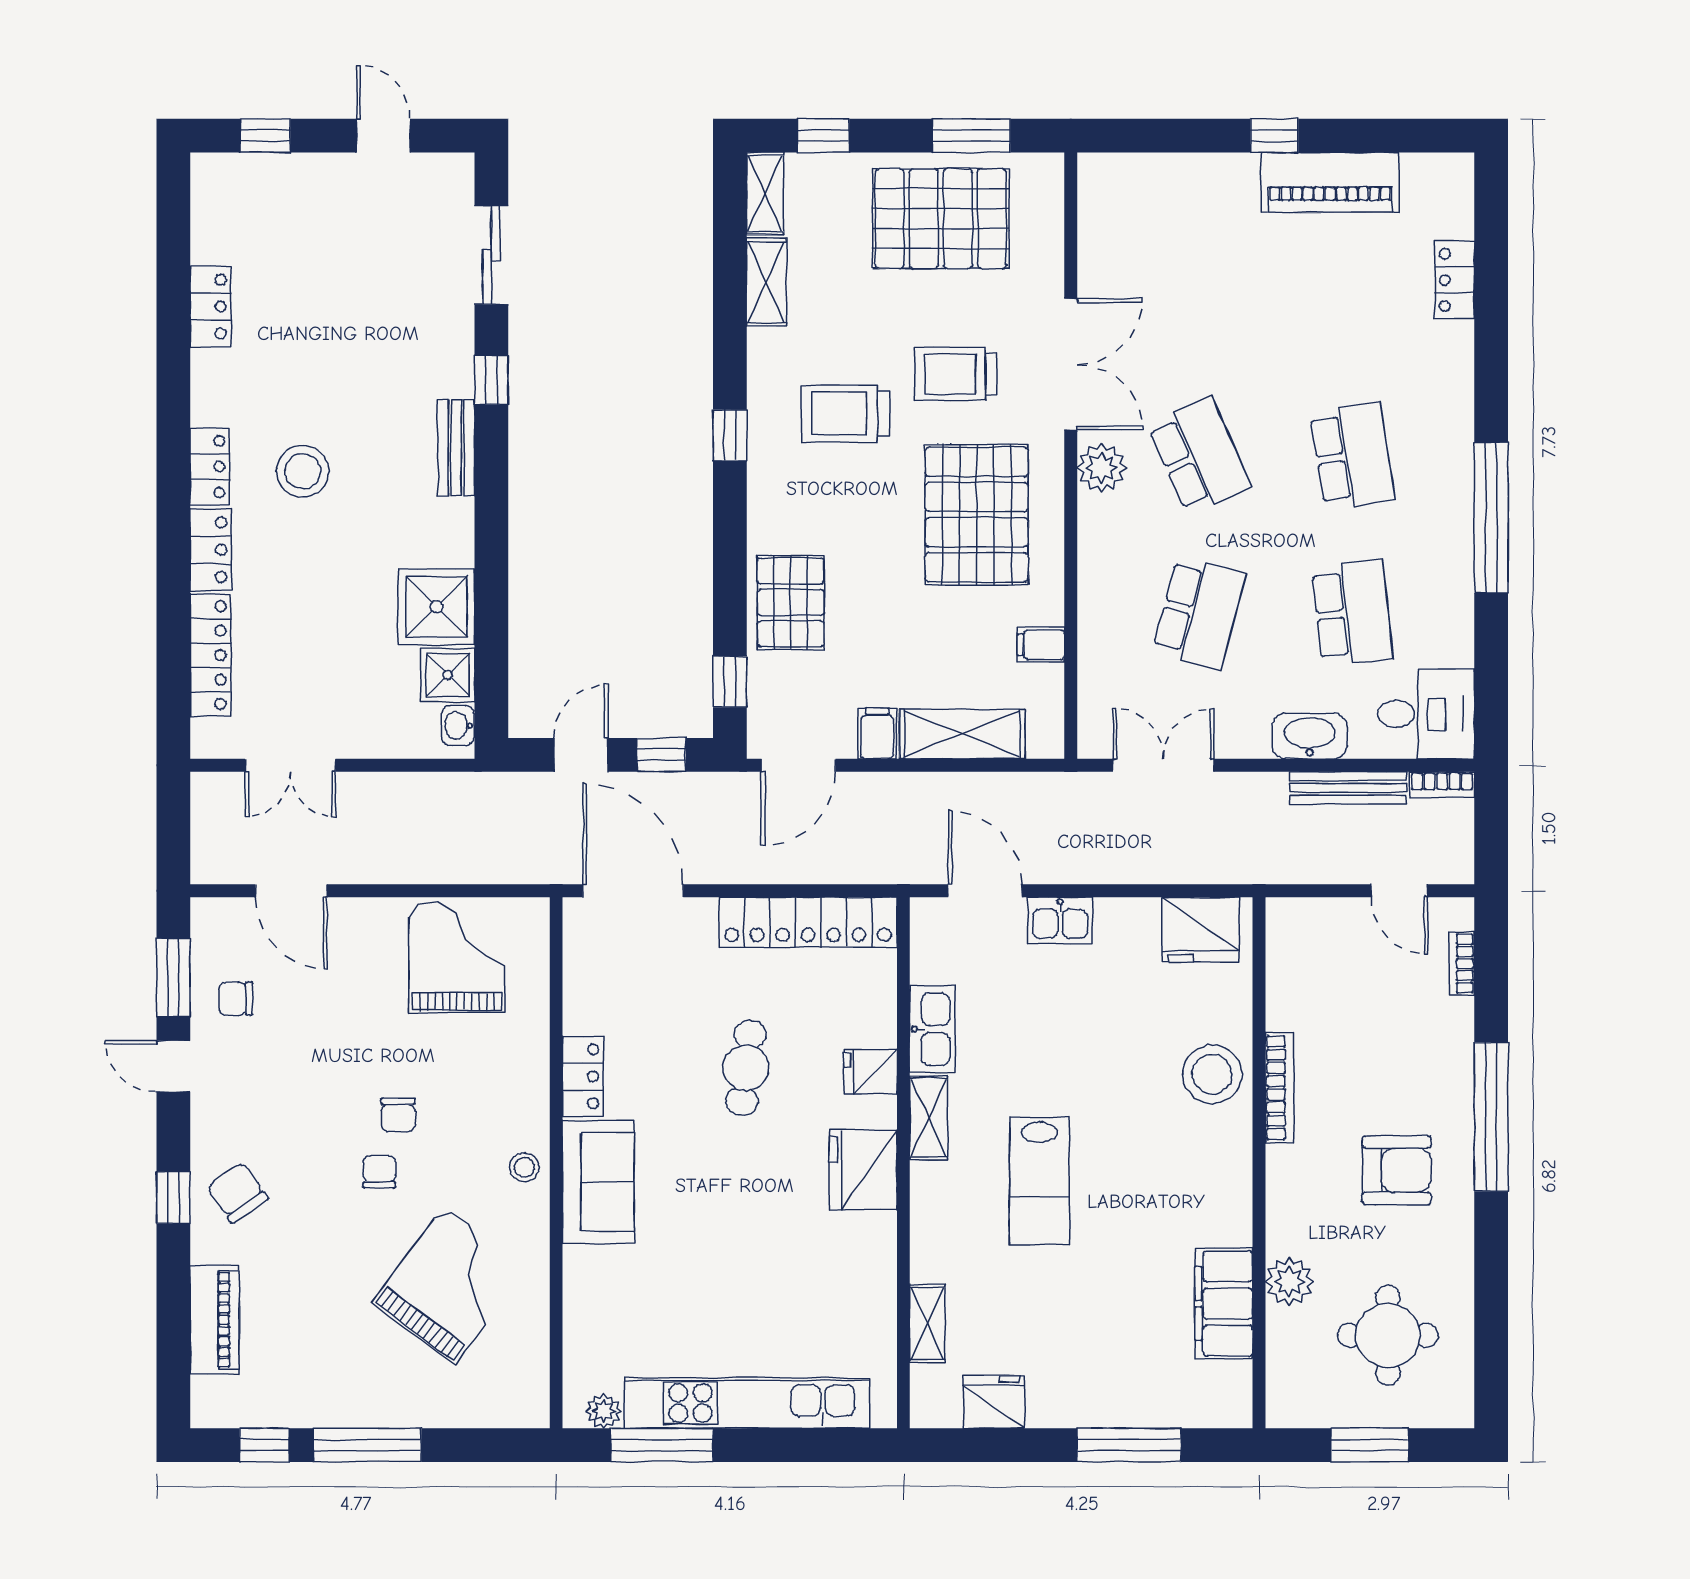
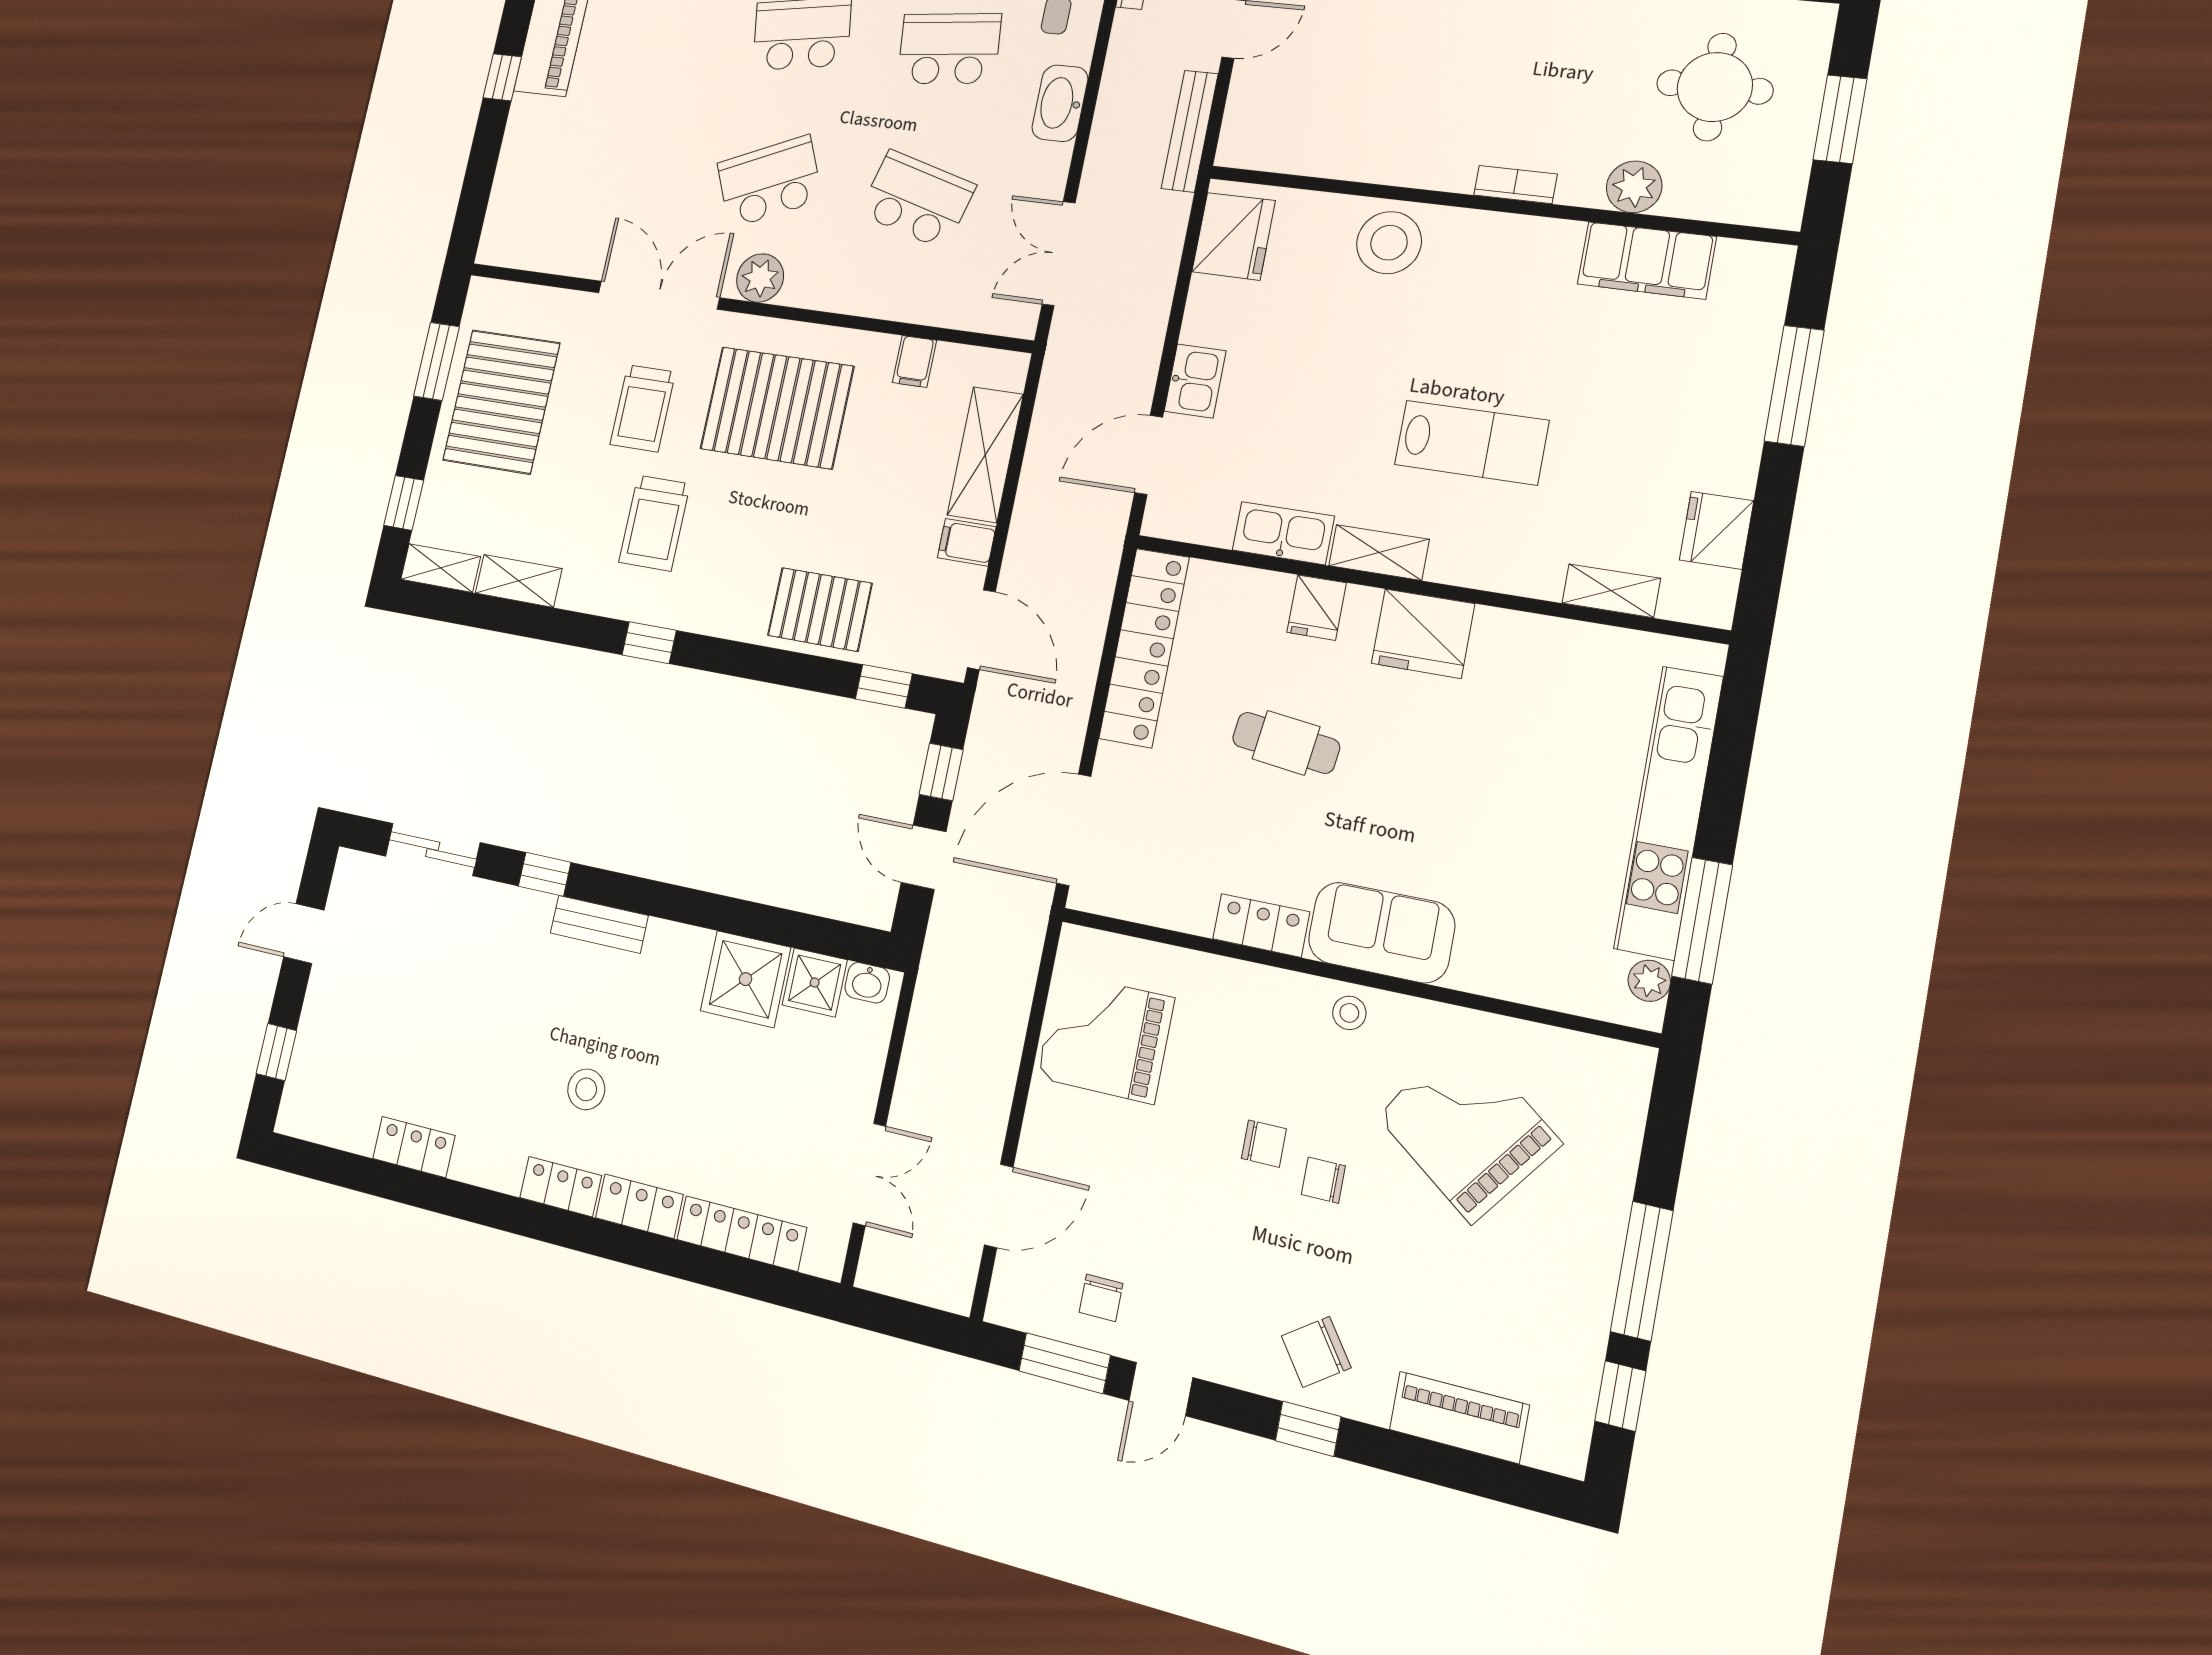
stool: (303, 471) -> (586, 1089), width x0.73, depth x0.73
bench: (1348, 788) -> (1190, 131), moved
bookcase: (1279, 1088) -> (1515, 185), moved, width x0.64
armchair: (1397, 1170) -> (1530, 60), removed

